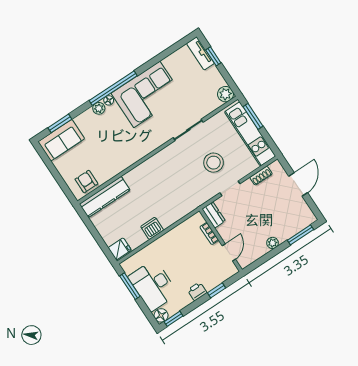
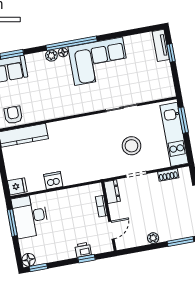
plant: (225, 94) -> (167, 90), removed
desk: (153, 285) -> (30, 216), moved
printer: (197, 291) -> (83, 250), moved

